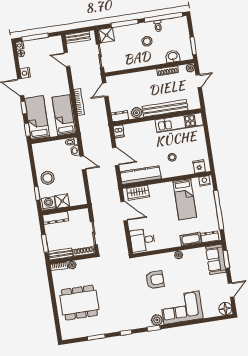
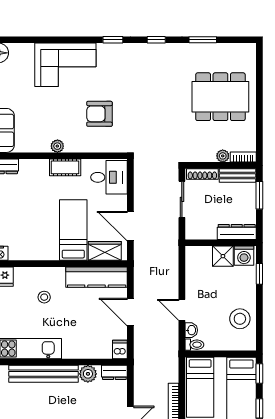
stool: (48, 178) -> (240, 319), moved
bed: (185, 199) -> (73, 230), moved
cot: (191, 239) -> (65, 167), moved
plant: (157, 320) -> (106, 52), removed

